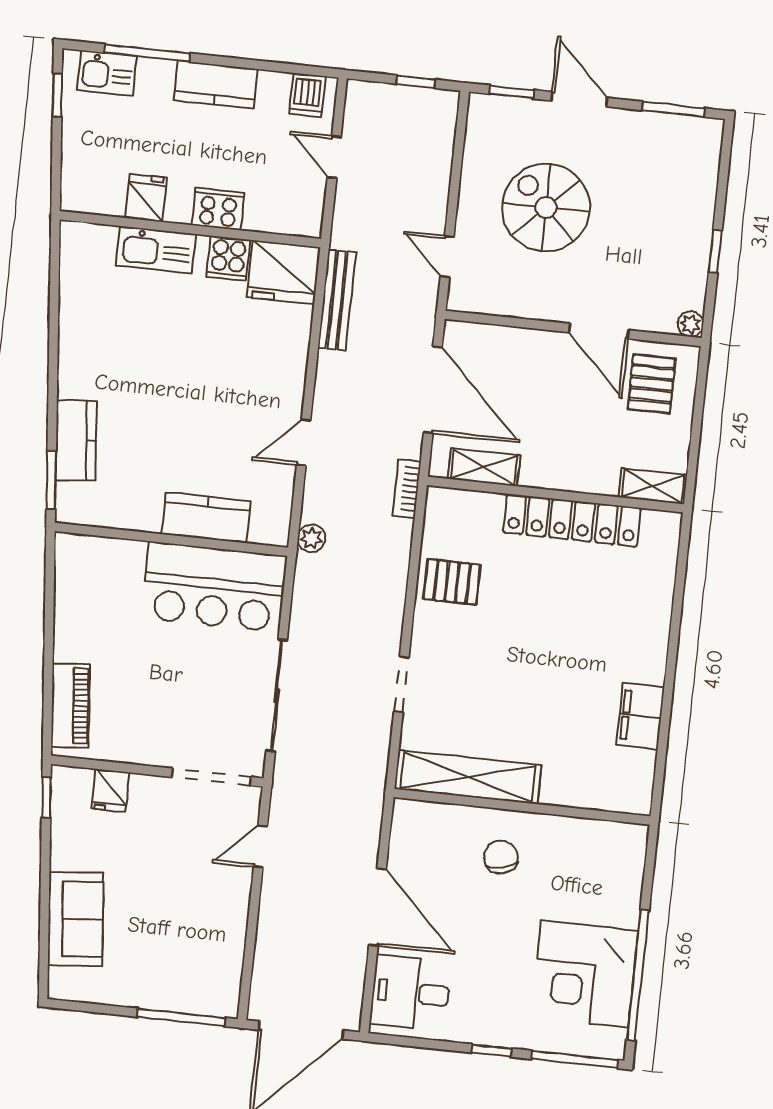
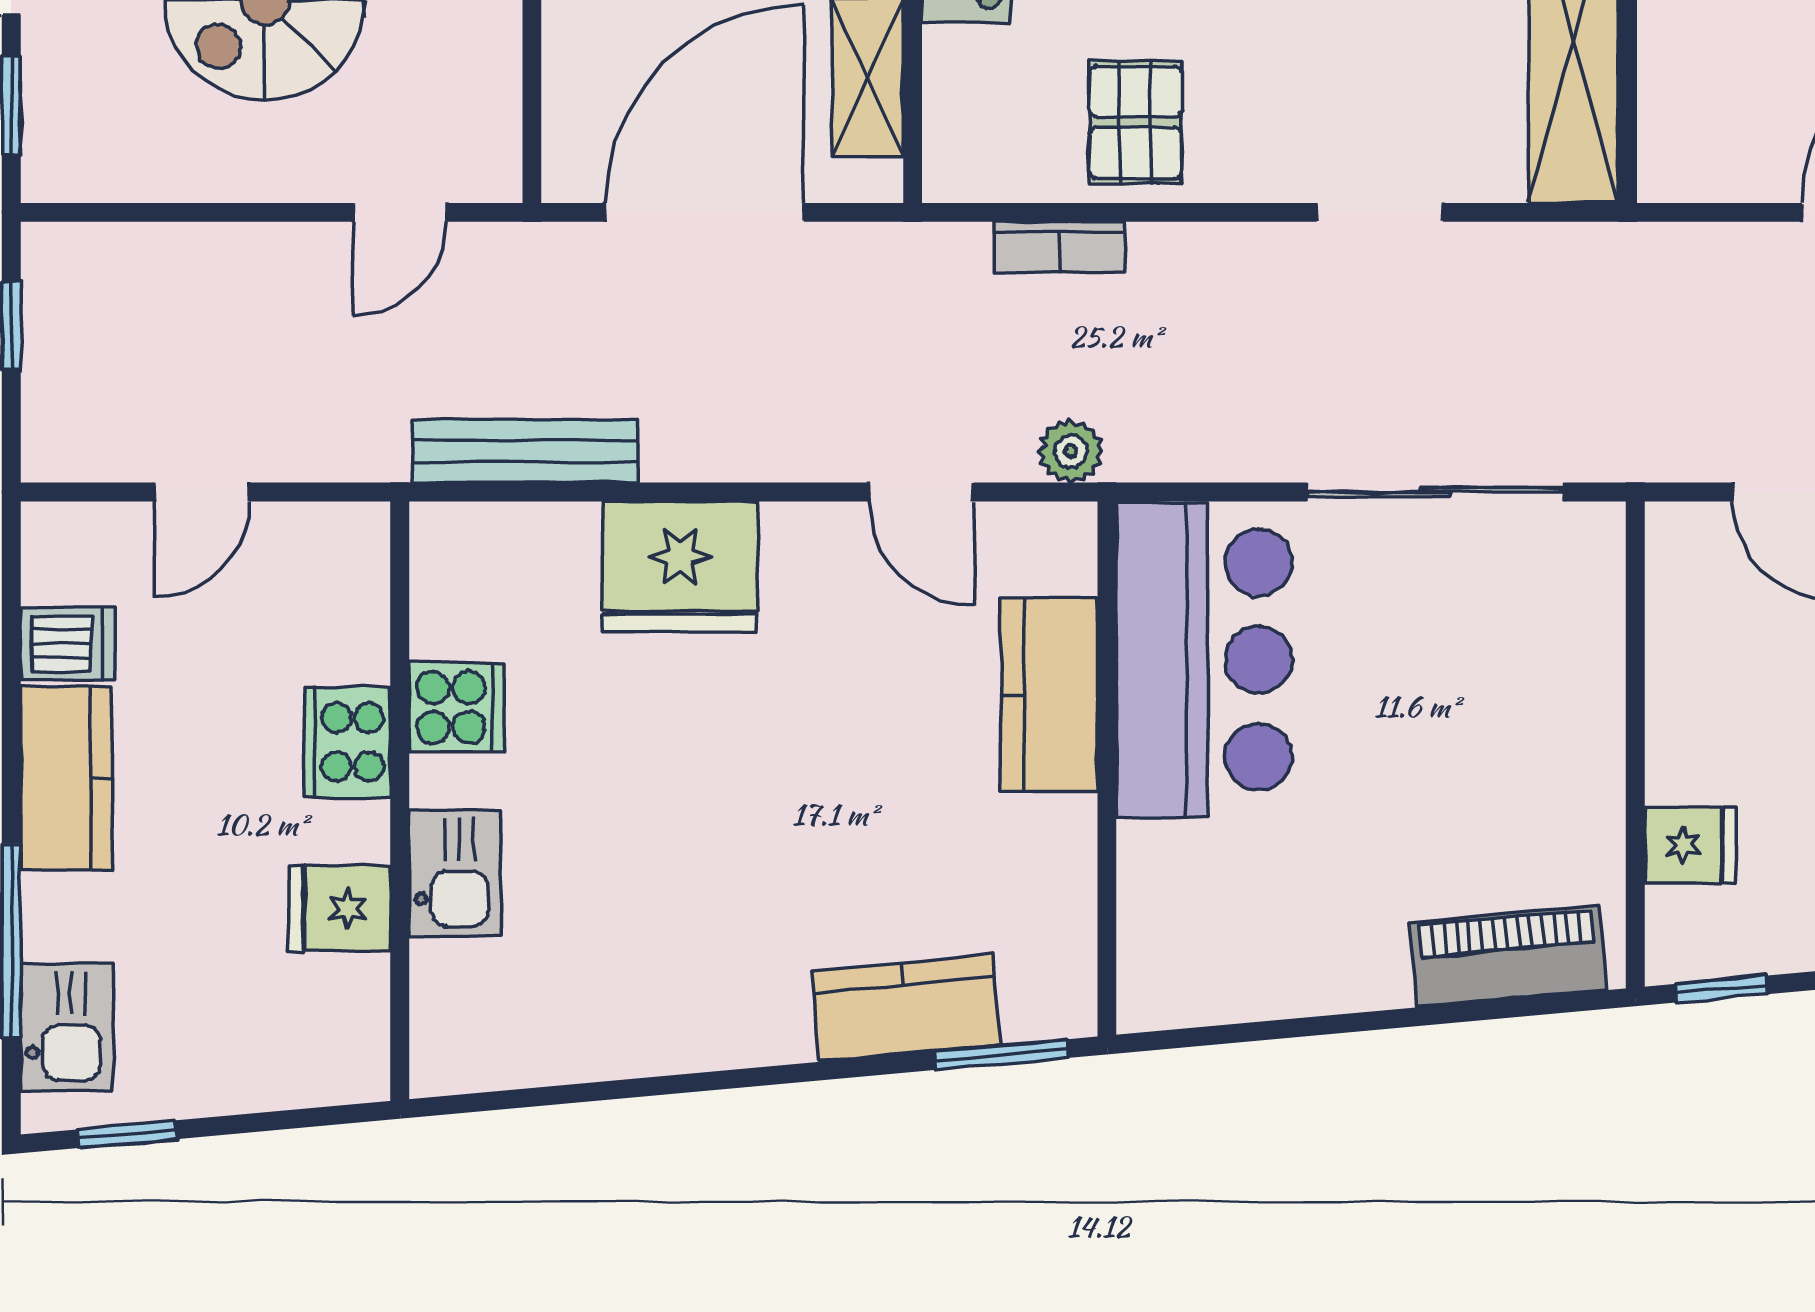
dishwasher: (307, 95) -> (68, 644), moved
kitchen sink: (156, 250) -> (455, 874), width x0.73
fridge: (284, 272) -> (680, 567), moved, turned 90
door: (304, 443) -> (921, 492), moved
bookcase: (407, 489) -> (1060, 248), moved
doorway: (212, 777) -> (1635, 620), removed

